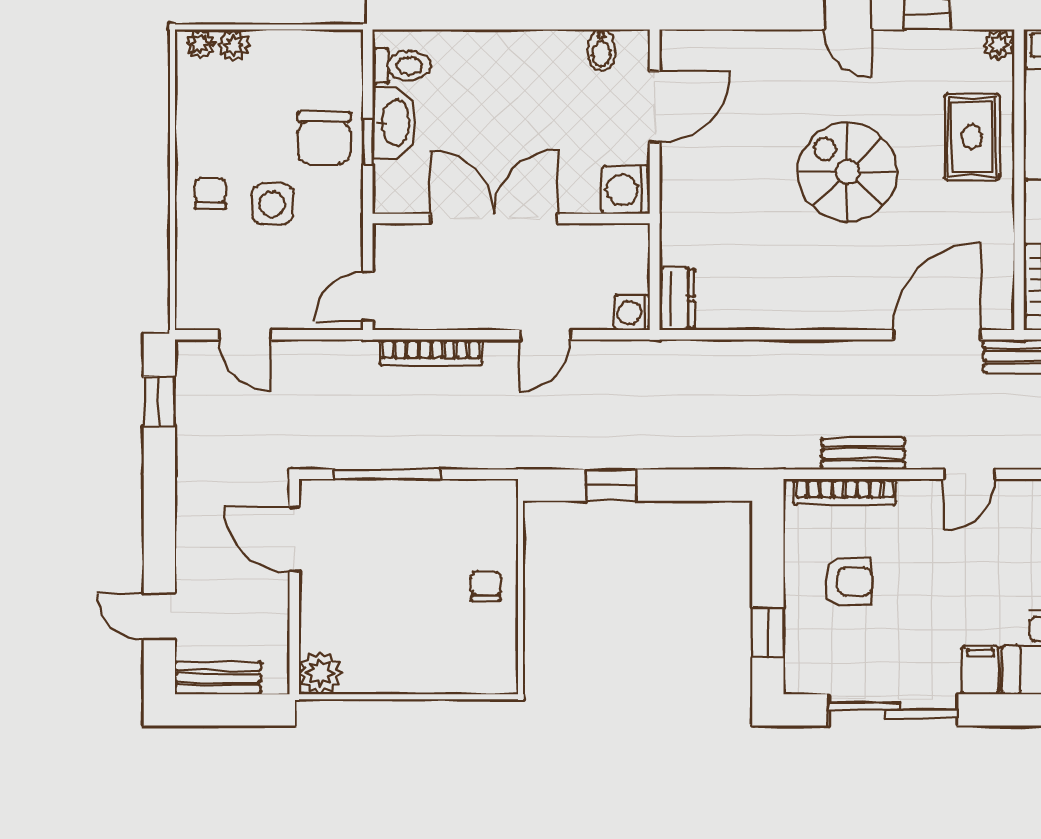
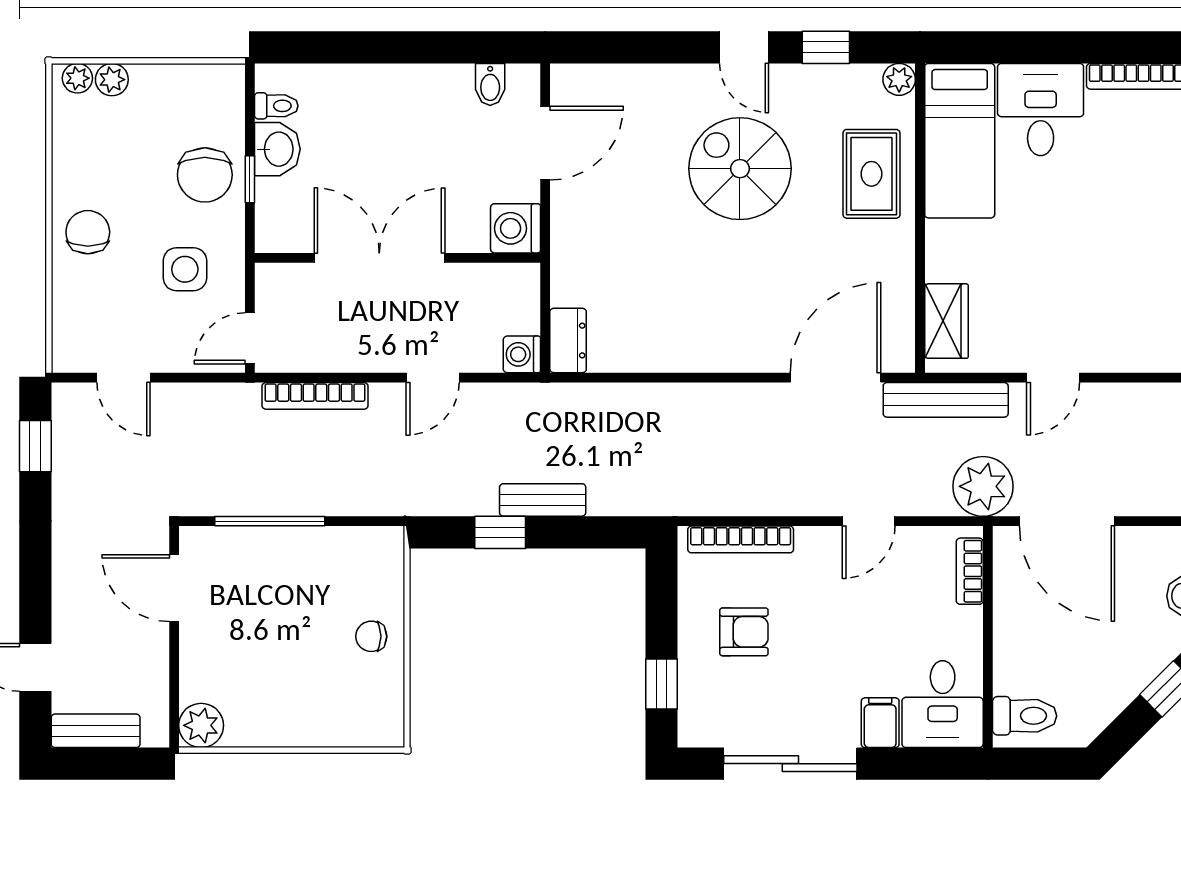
toilet: (402, 66) -> (276, 106), width x0.73, depth x0.72
washbasin: (395, 123) -> (277, 149), width x0.72
spiral stairs: (848, 172) -> (740, 169), moved
chair: (210, 193) -> (88, 232), width x1.37, depth x1.37
side table: (272, 204) -> (185, 269), moved
bench: (863, 454) -> (543, 500), moved
chair: (486, 586) -> (371, 636), turned -90

